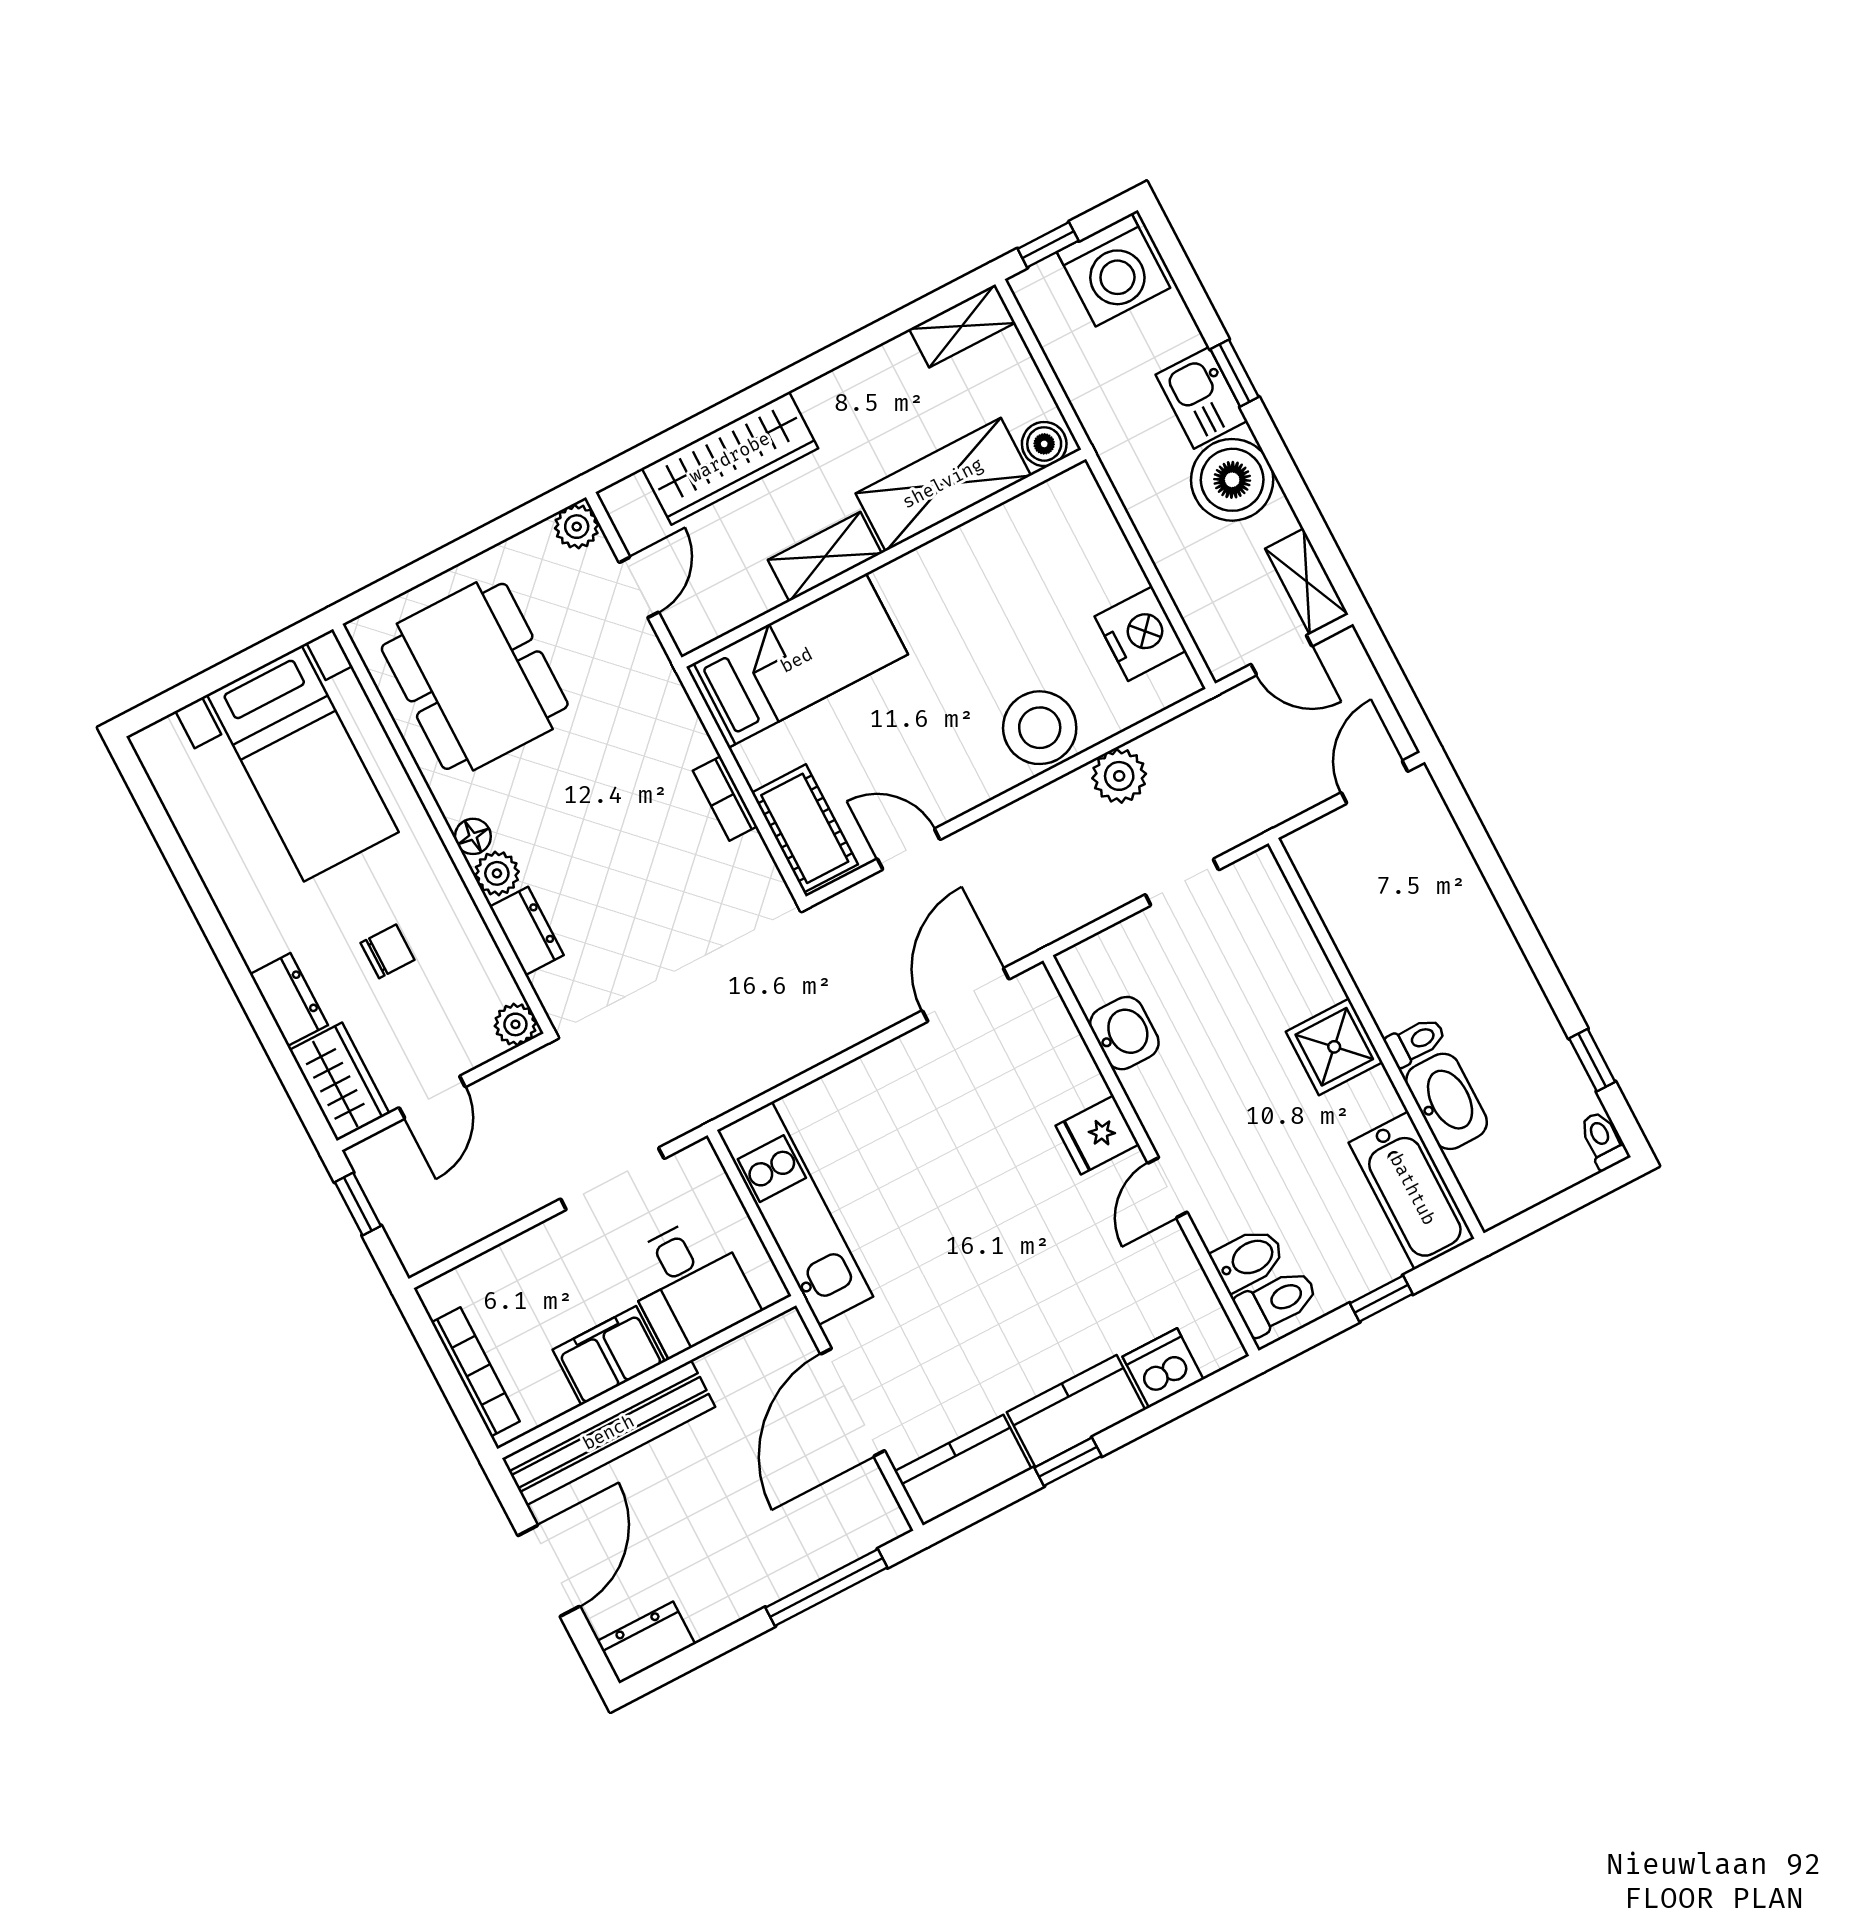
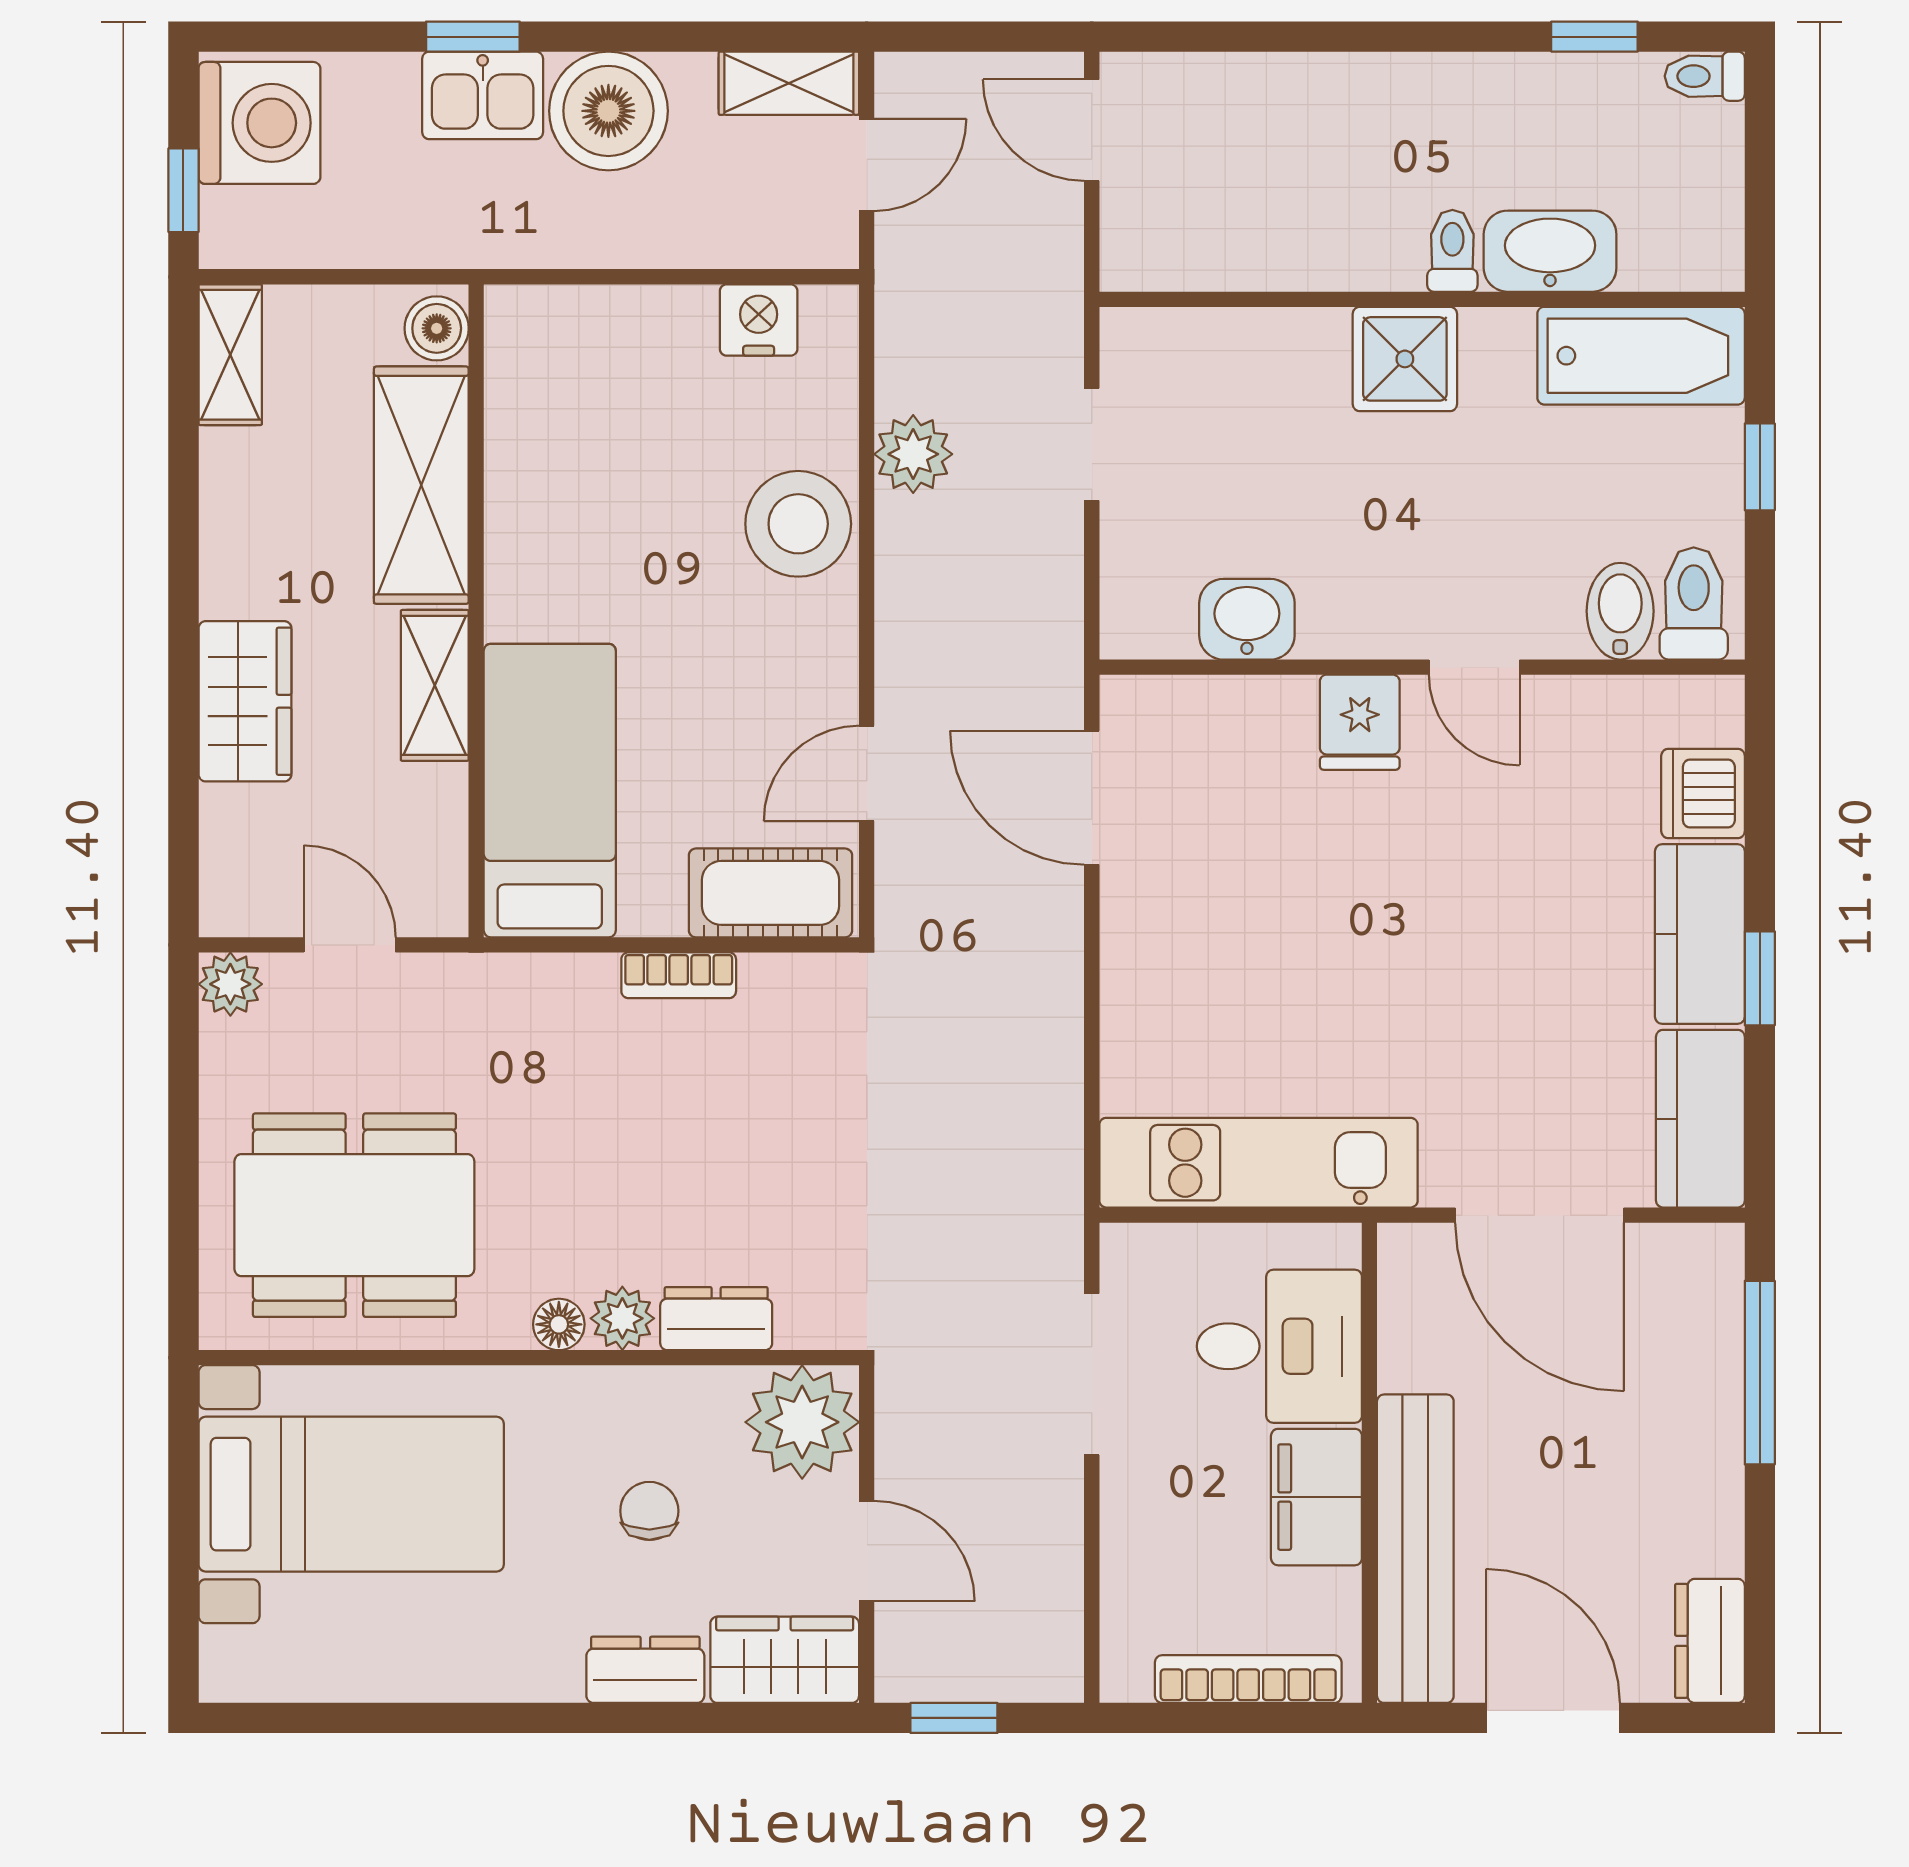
wardrobe: (730, 458) -> (245, 701), width x0.67
nightstand: (1140, 634) -> (759, 320), width x0.74, depth x0.75
plant: (515, 1024) -> (802, 1422), width x1.88, depth x1.88

